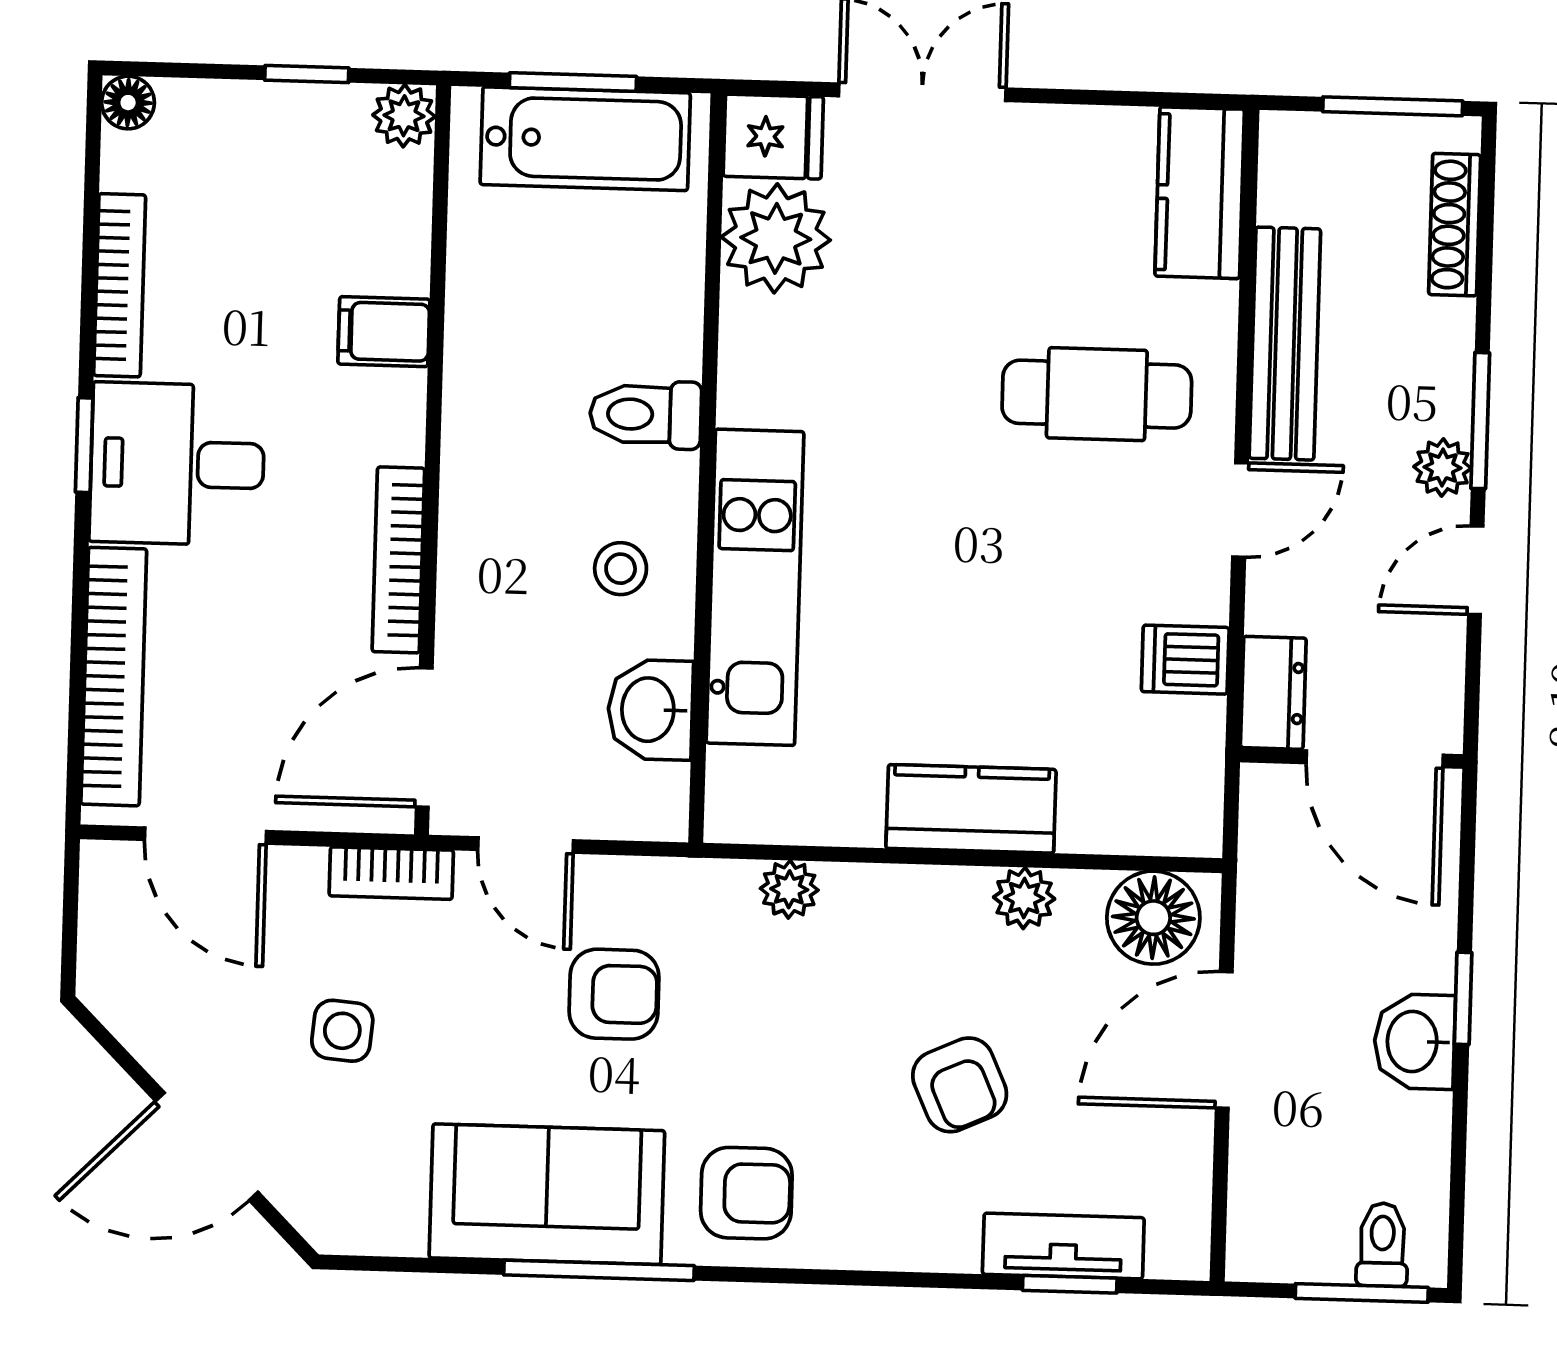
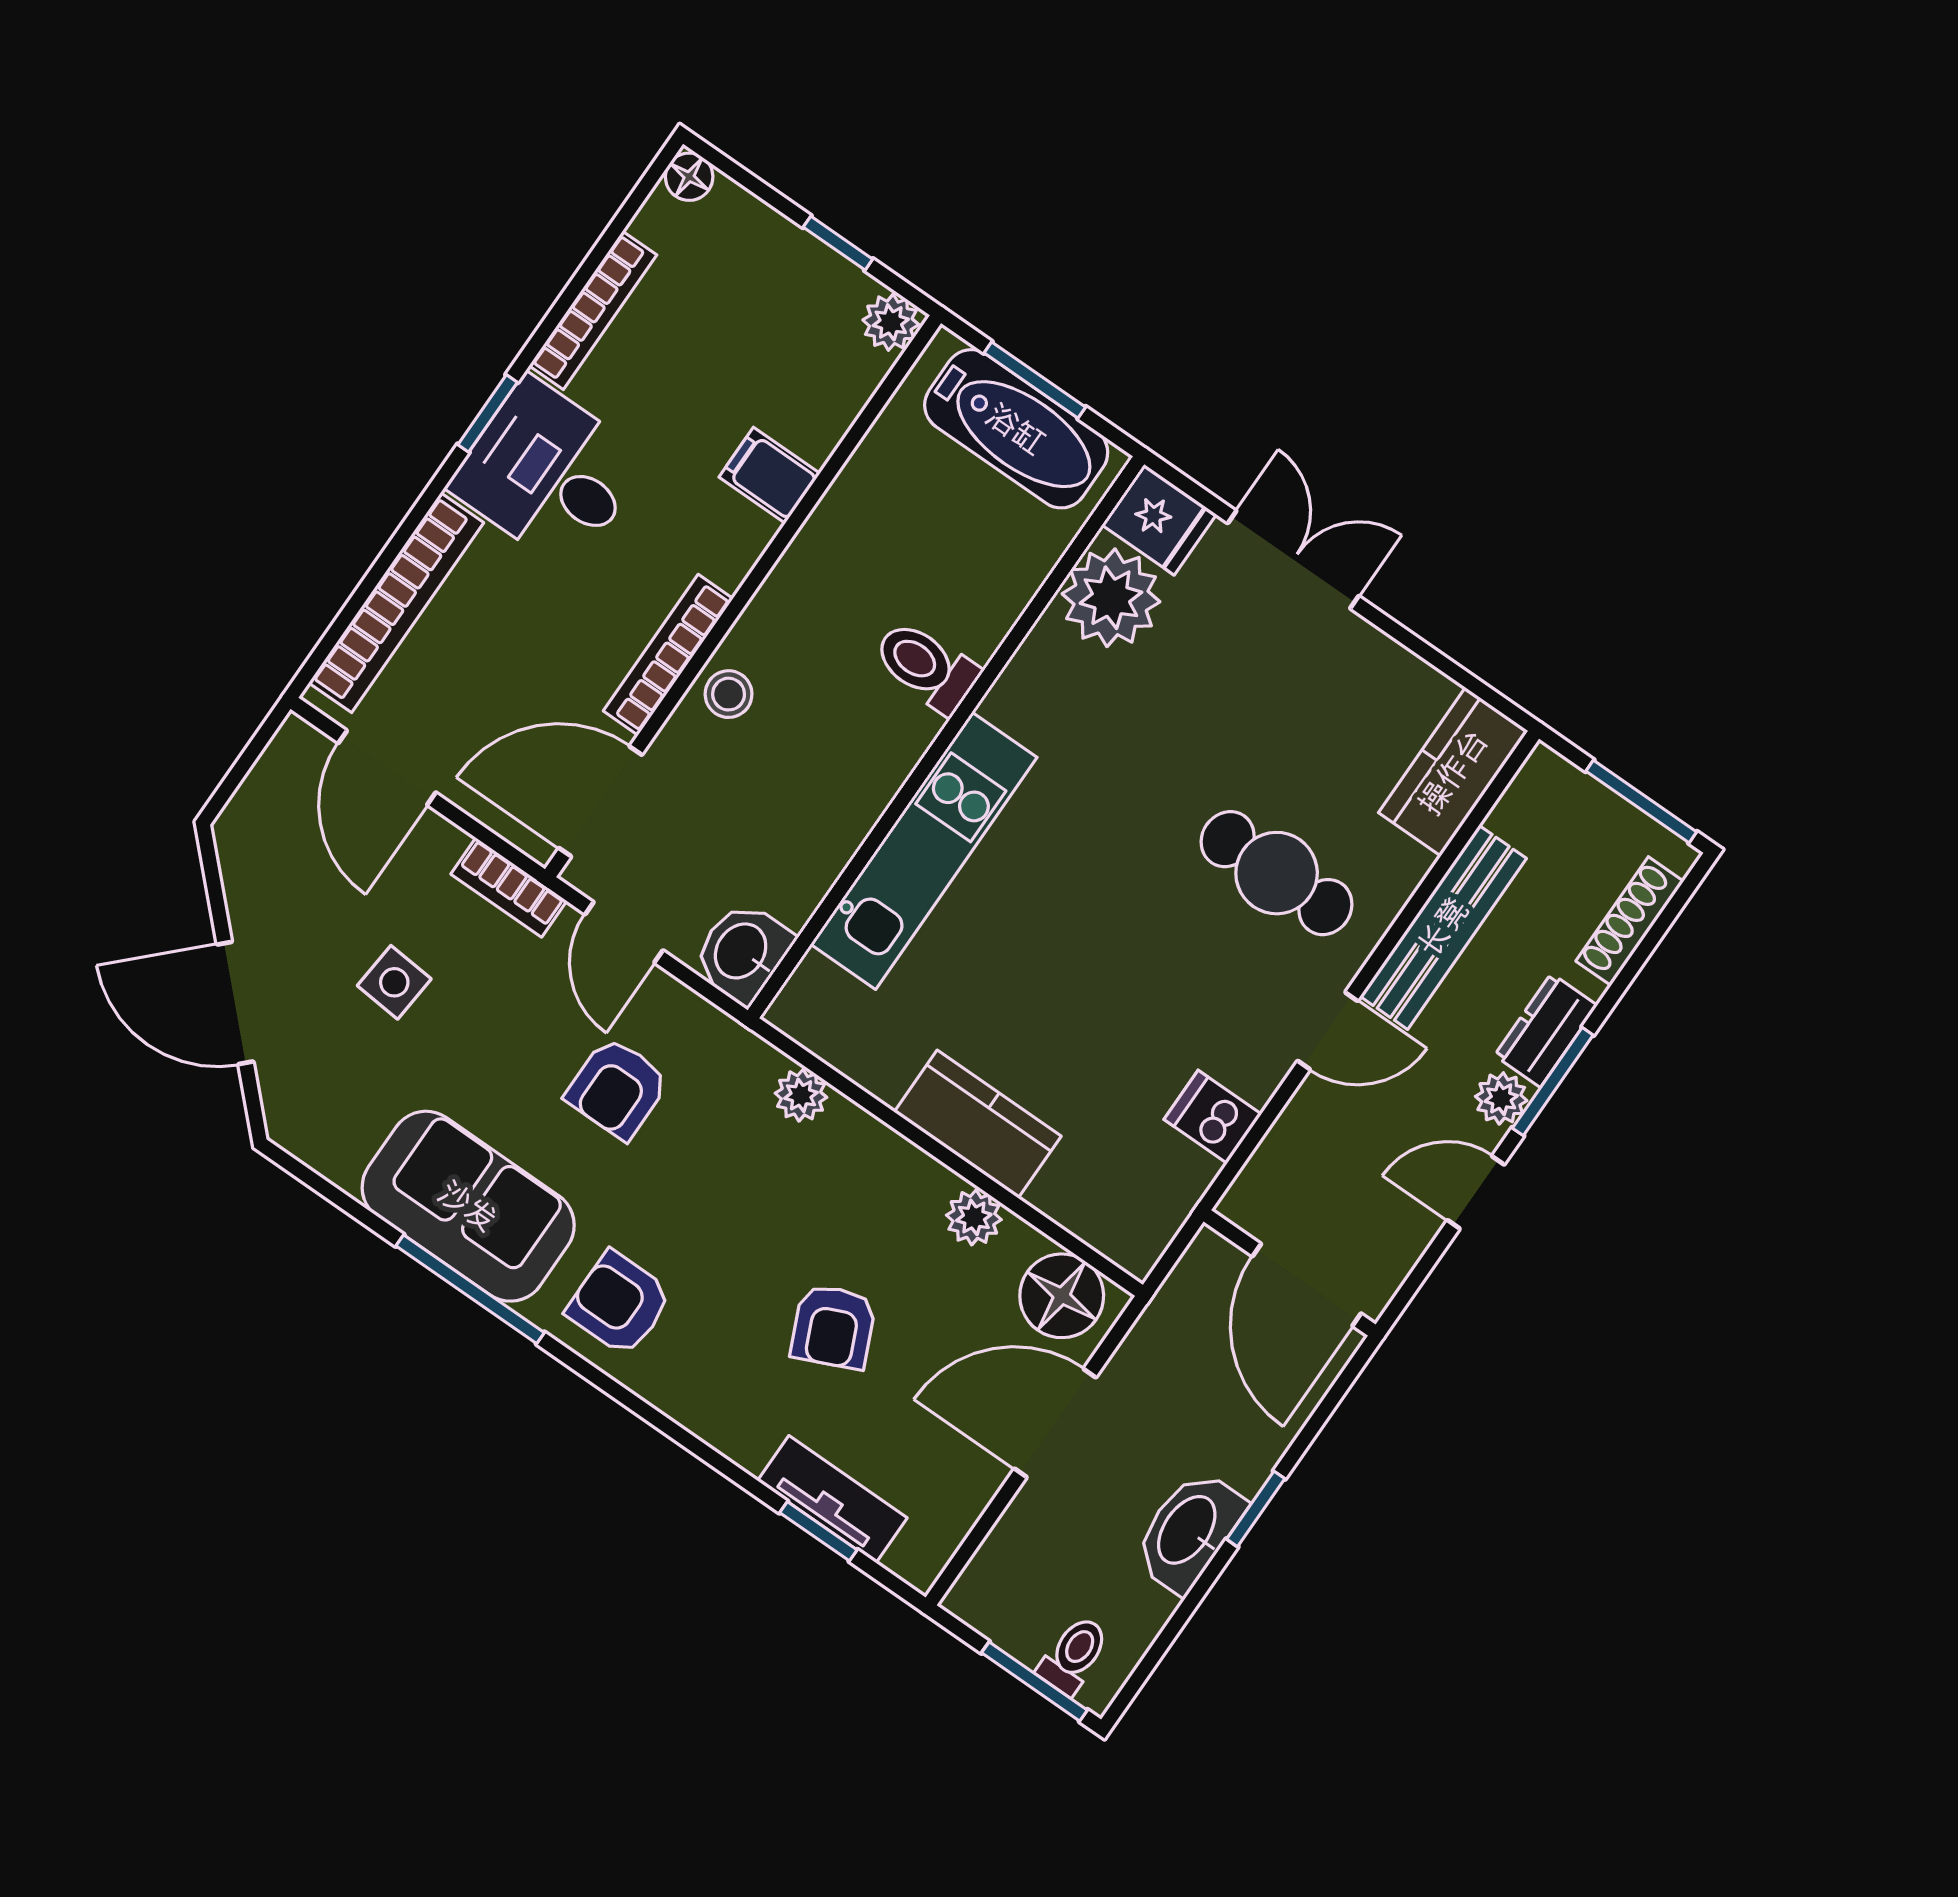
stool: (621, 569) -> (729, 694), moved
dresser: (1273, 693) -> (1546, 1030), moved, turned 180
washbasin: (650, 710) -> (742, 952), moved
armchair: (614, 994) -> (617, 1088), turned 90
washbasin: (1415, 1042) -> (1189, 1531), width x1.38
armchair: (746, 1193) -> (619, 1303), turned 180

